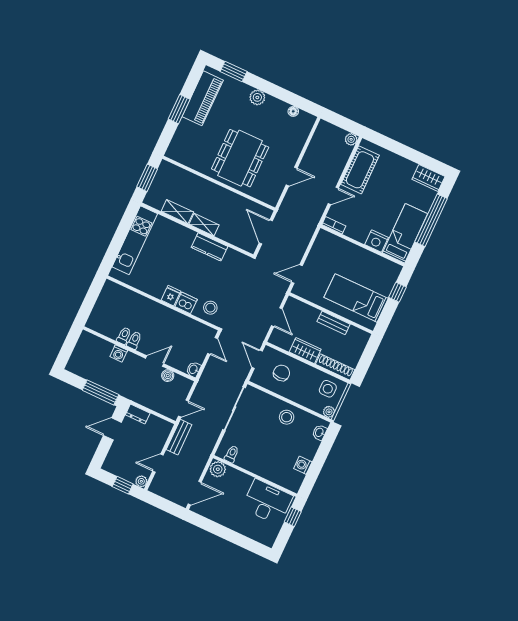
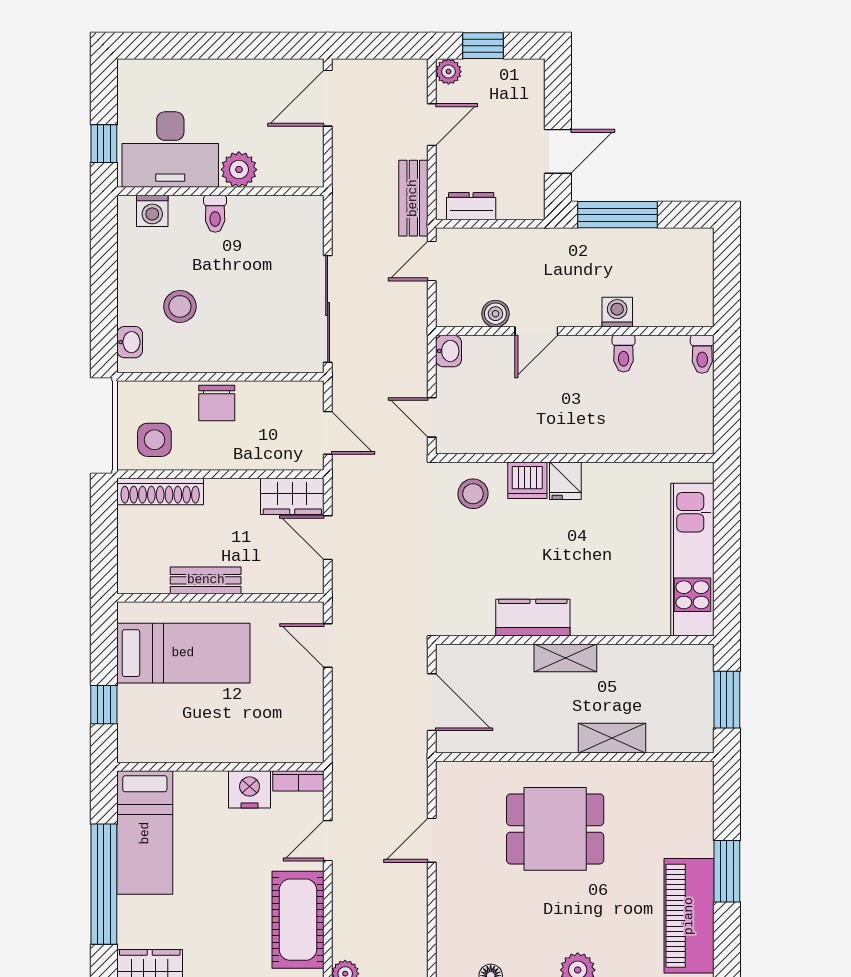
dining table: (240, 158) -> (555, 829), width x0.73
shelving: (177, 212) -> (612, 738), moved
nightstand: (376, 241) -> (249, 789), moved
door: (297, 274) -> (328, 646), swing flipped
toilet: (134, 340) -> (702, 354), moved
wardrobe: (305, 351) -> (292, 496), moved
chair: (282, 373) -> (217, 403), moved
plant: (329, 412) -> (130, 394), removed
dresser: (138, 414) -> (471, 206), moved
stool: (287, 417) -> (180, 306), moved
toilet: (232, 454) -> (215, 214), moved
washing machine: (303, 465) -> (152, 211), moved, turned 90
plant: (218, 469) -> (239, 170), moved

